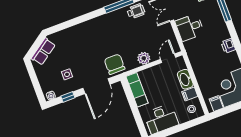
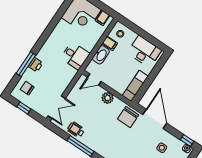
desk: (190, 27) -> (75, 56), moved
printer: (228, 46) -> (36, 65), moved
door: (96, 86) -> (155, 119), hinge flipped
window: (68, 97) -> (187, 140), moved

